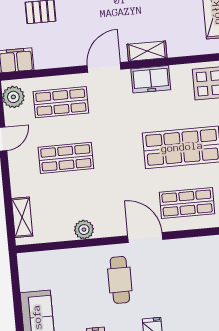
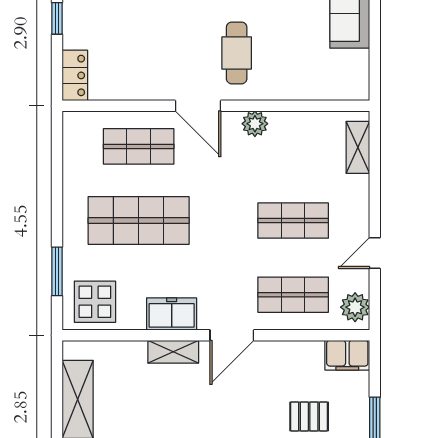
plant: (84, 230) -> (255, 124), moved

